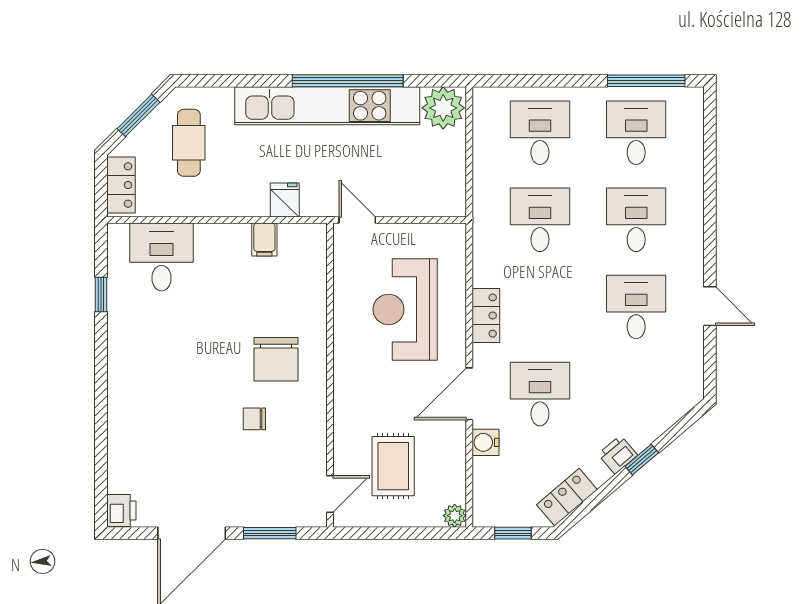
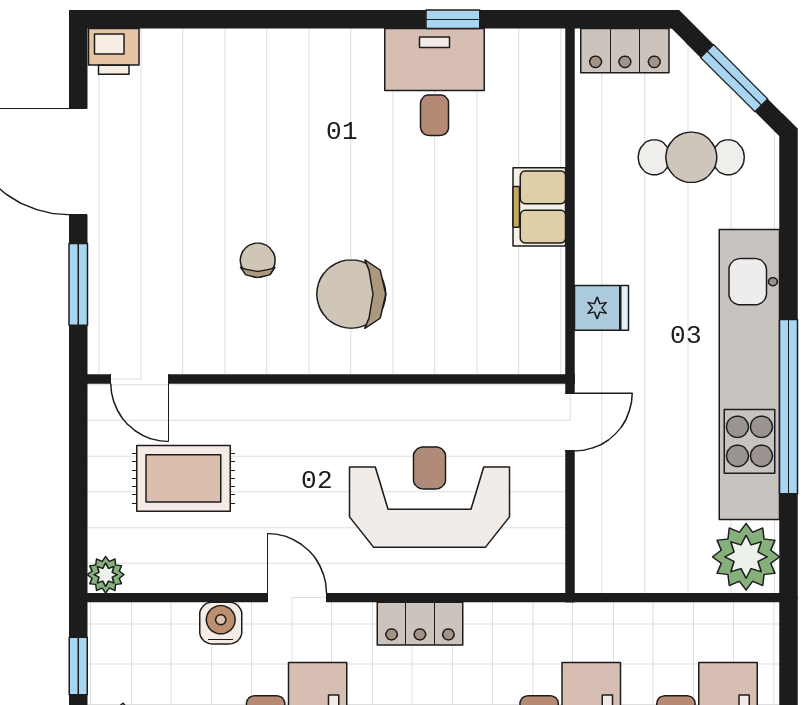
filing cabinet: (264, 240) -> (539, 207), moved, width x2.00
desk: (162, 257) -> (435, 82), moved, turned -90
door: (469, 394) -> (297, 598), width x0.73

